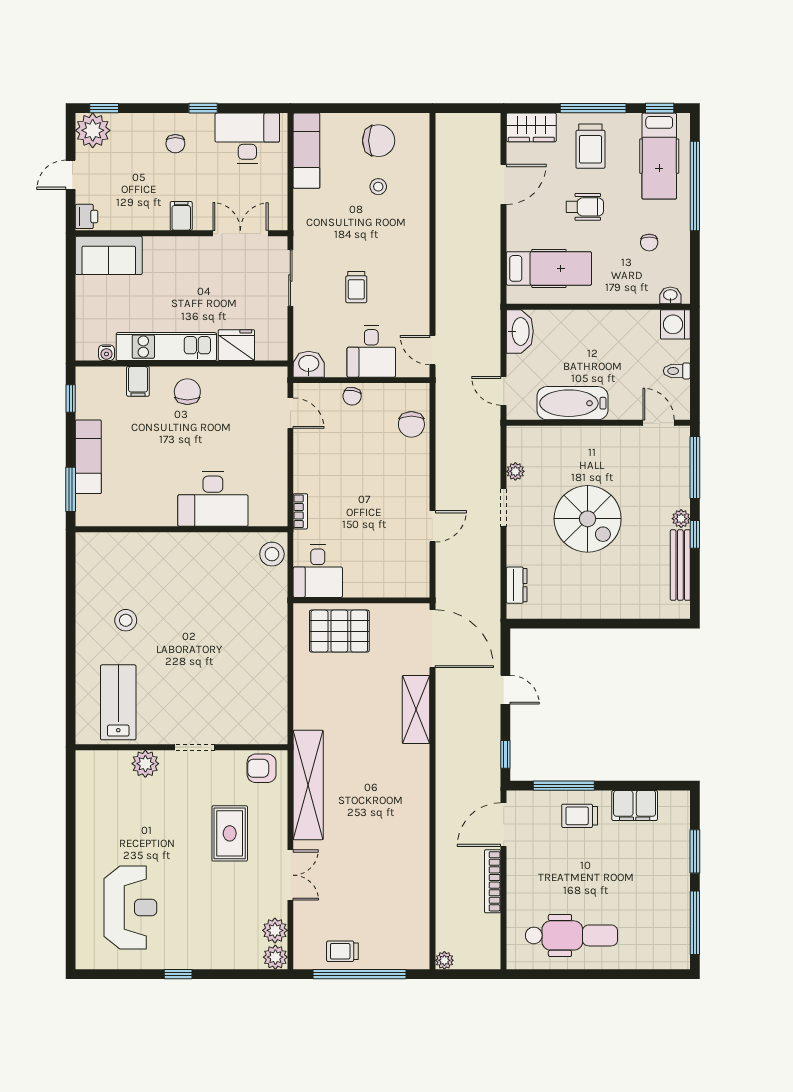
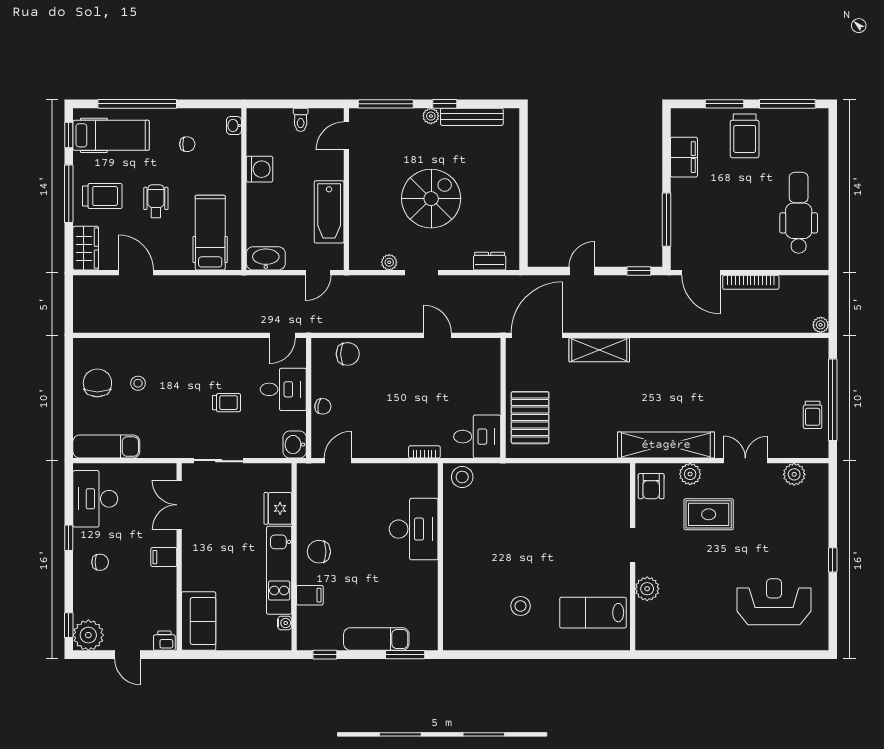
washing machine: (675, 324) -> (260, 169), moved, turned -90
trolley: (580, 816) -> (745, 136), moved, width x1.36, depth x1.39
plant: (275, 957) -> (690, 474), moved

